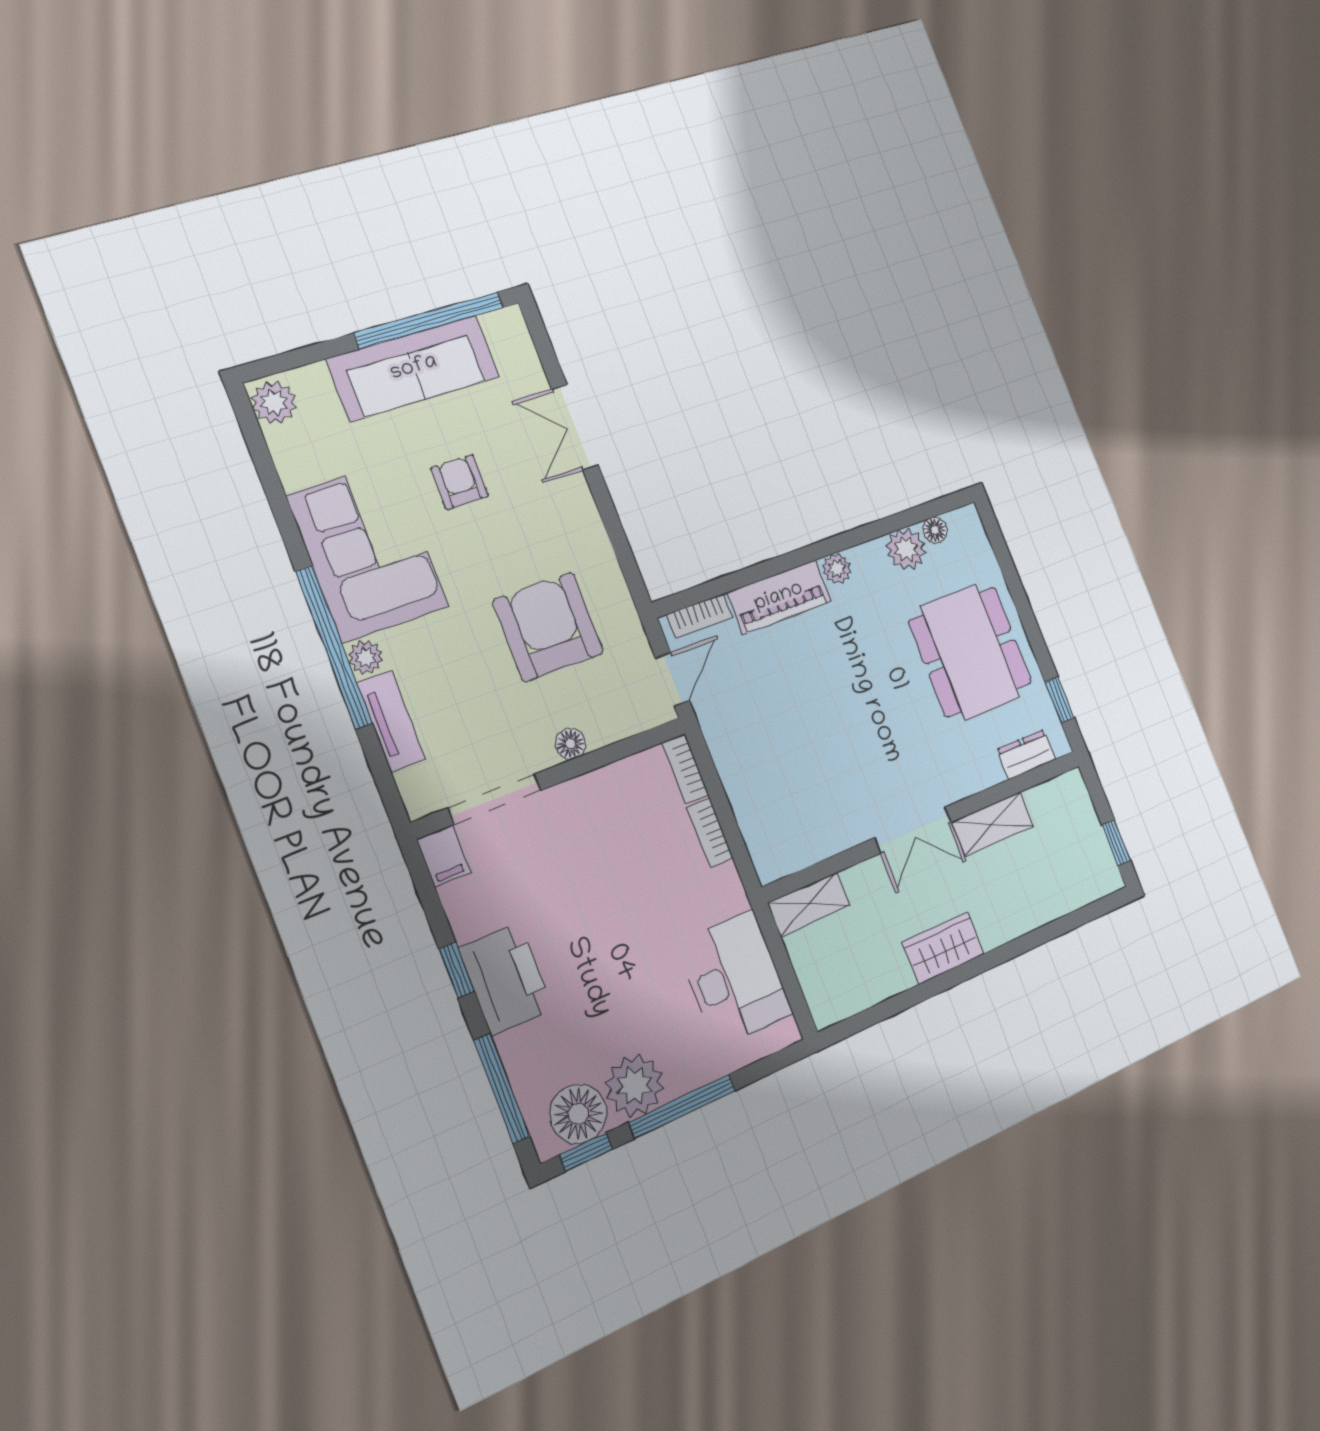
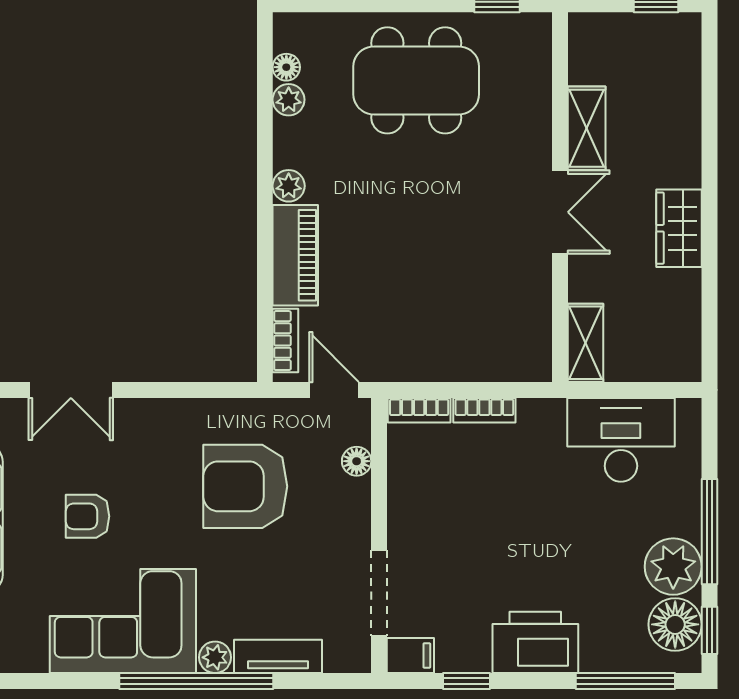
plant: (906, 549) -> (289, 100), width x0.73, depth x0.73
floor lamp: (571, 744) -> (357, 461), moved
dresser: (1026, 754) -> (535, 64), removed
window: (457, 970) -> (467, 681), moved

